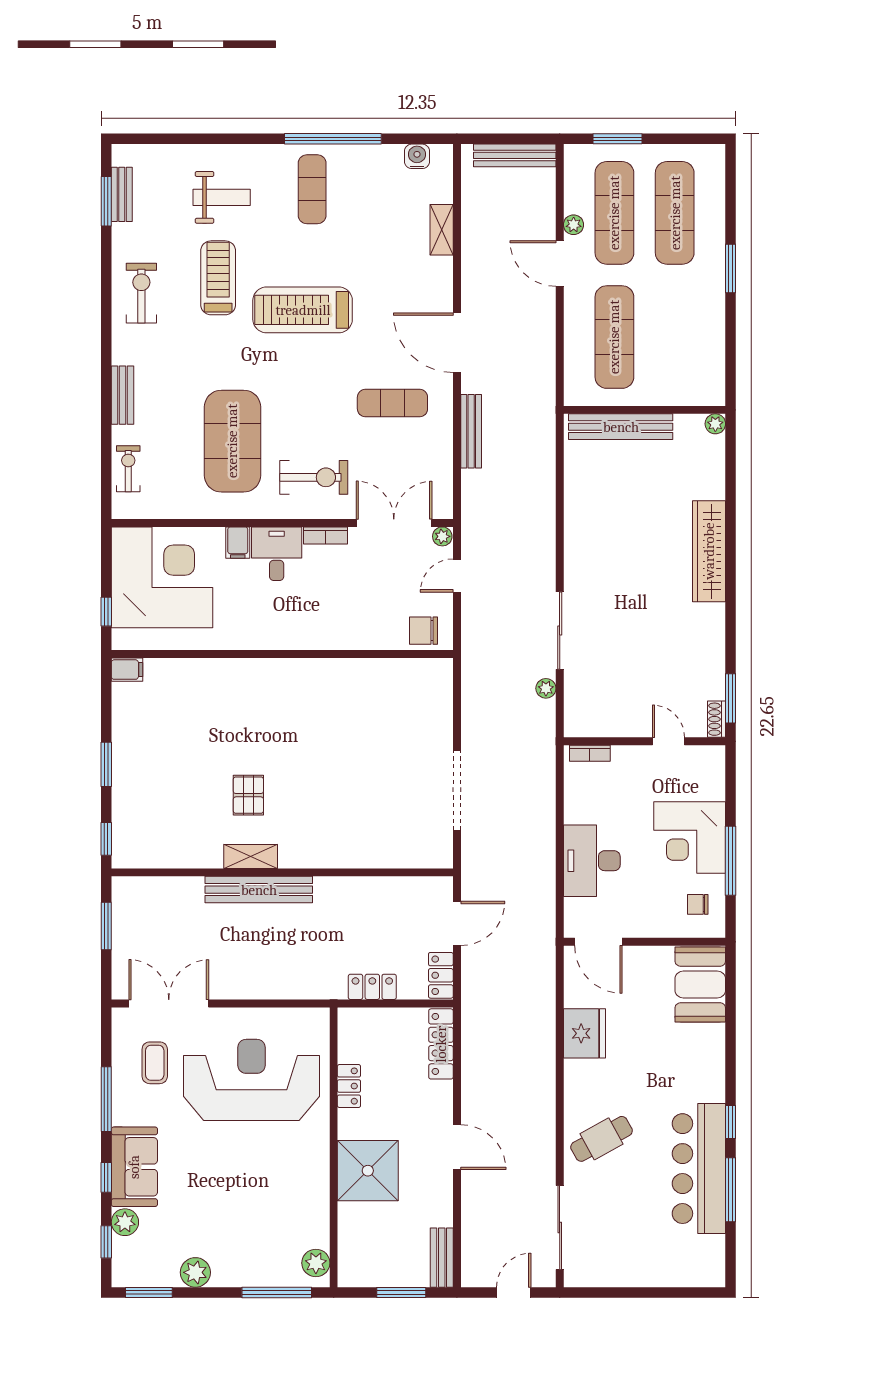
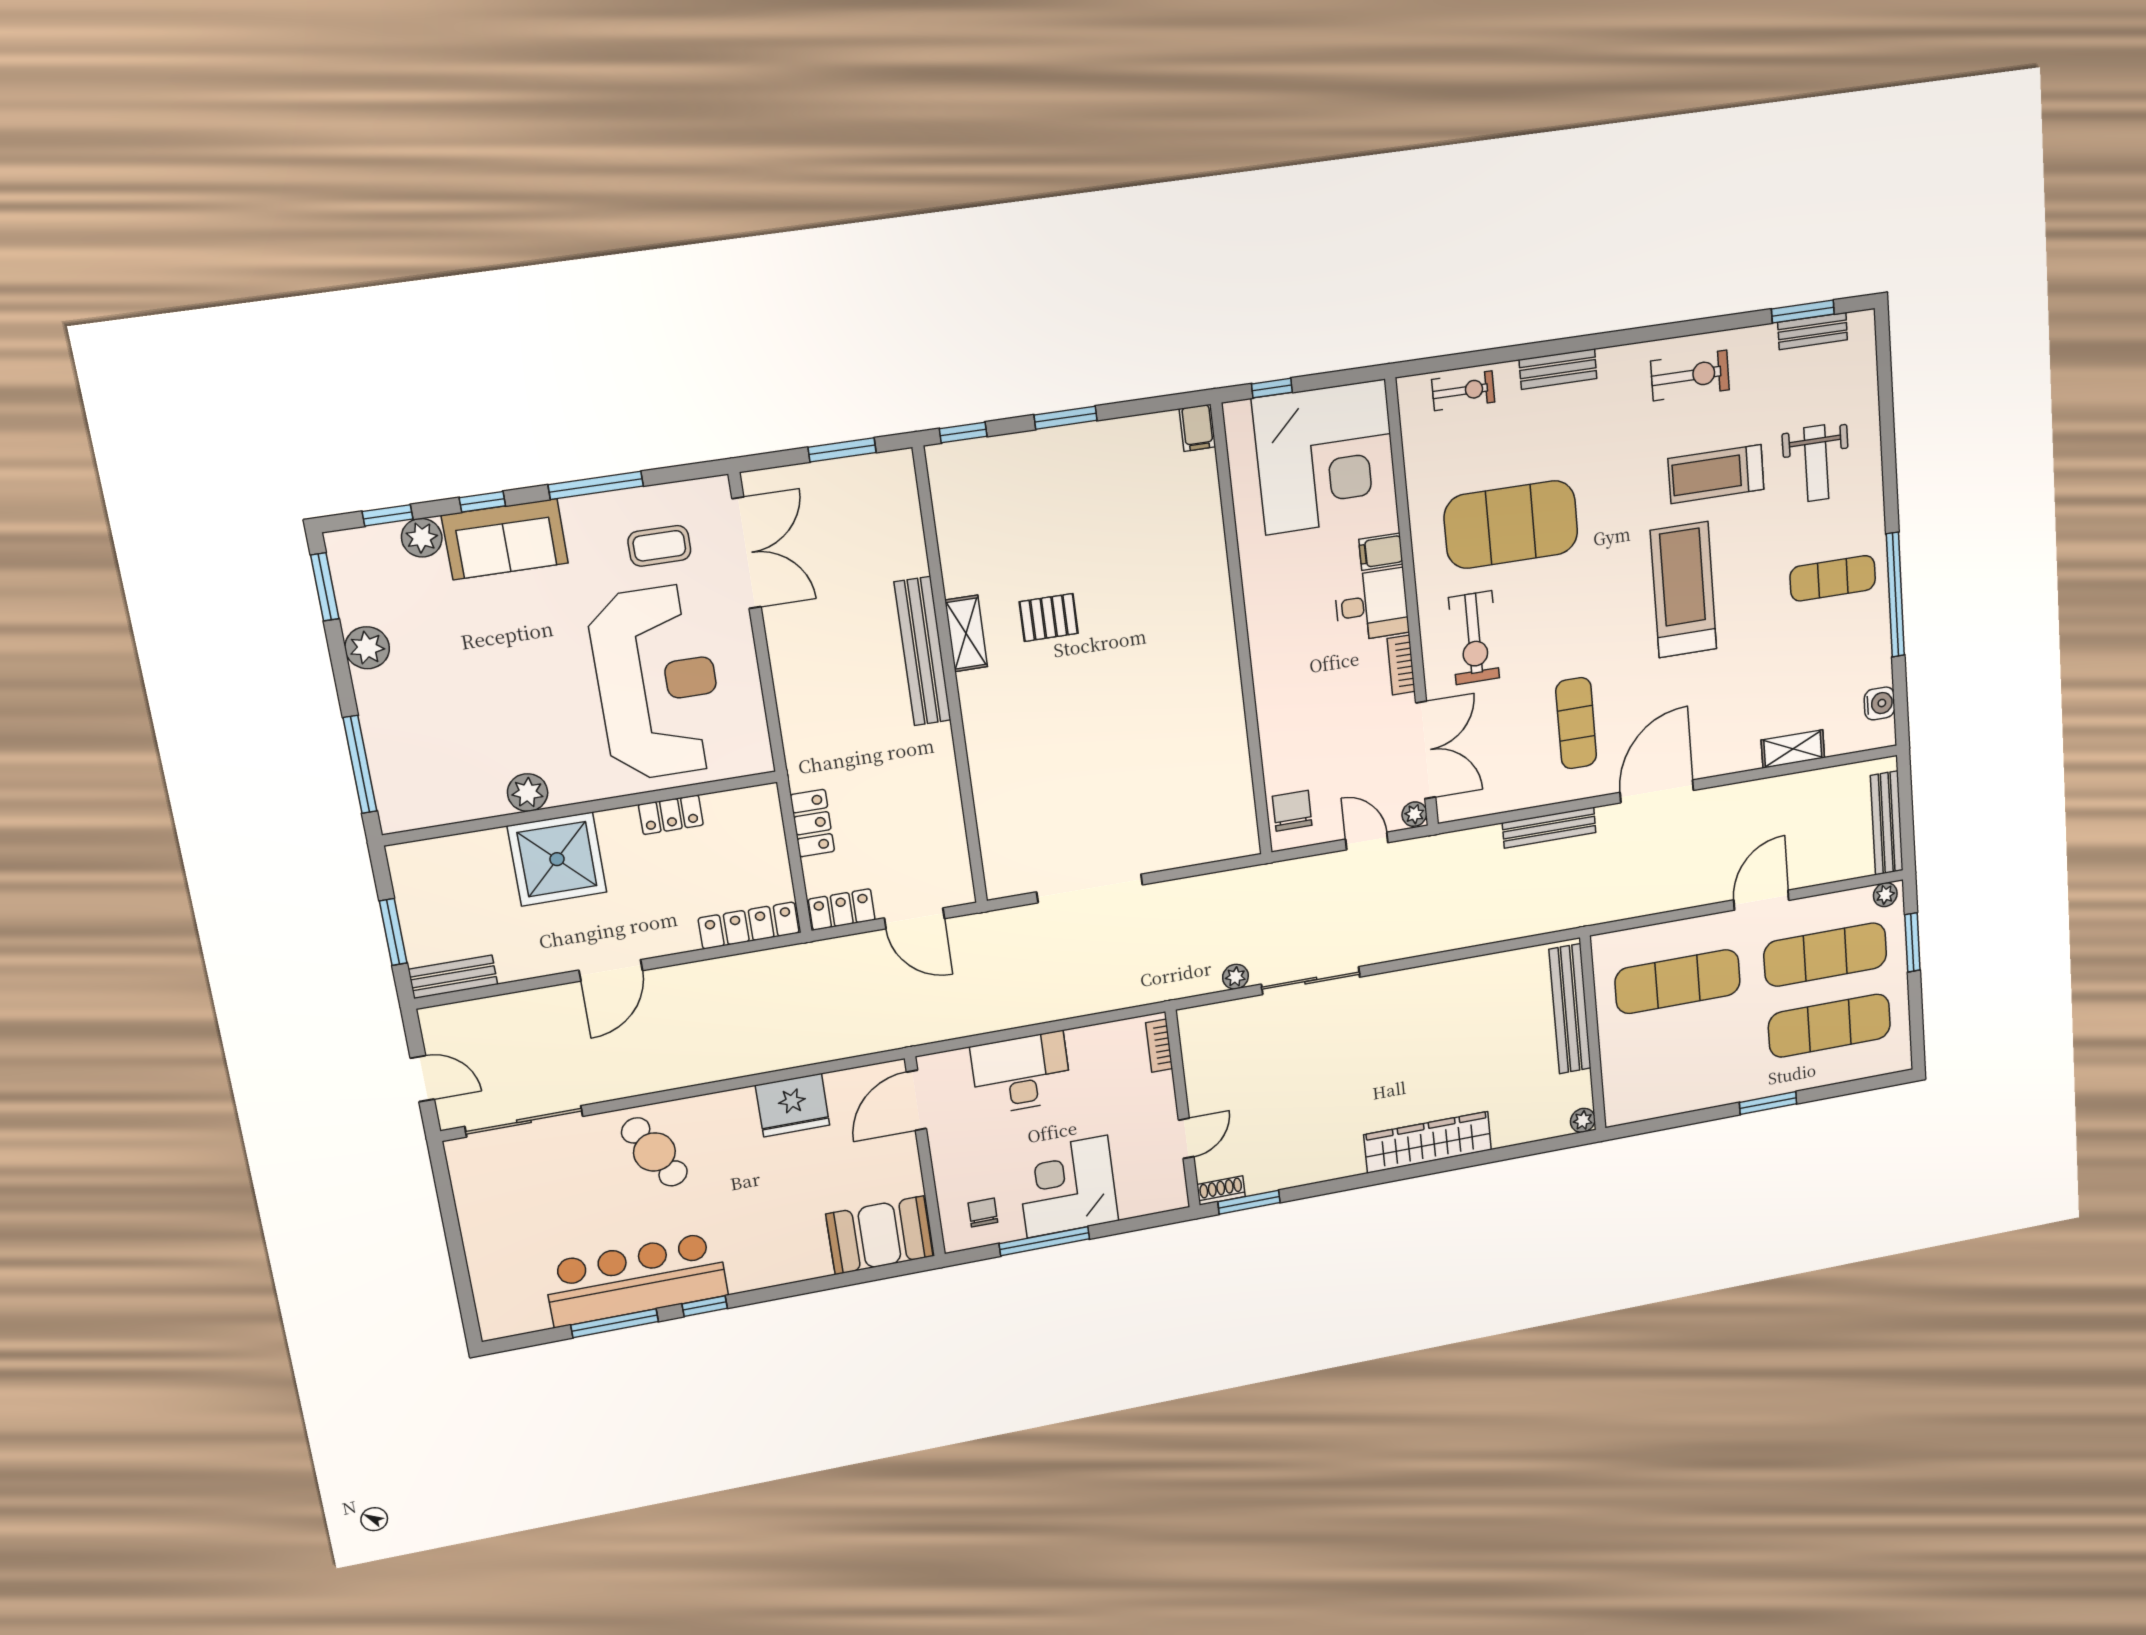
plant: (574, 225) -> (1885, 895), moved
treadmill: (218, 278) -> (1716, 474), turned 180
plant: (316, 1263) -> (528, 793), moved

